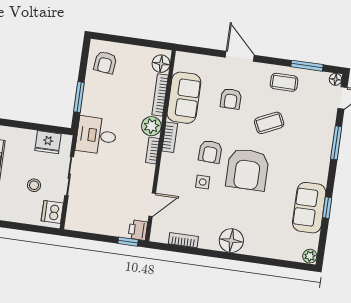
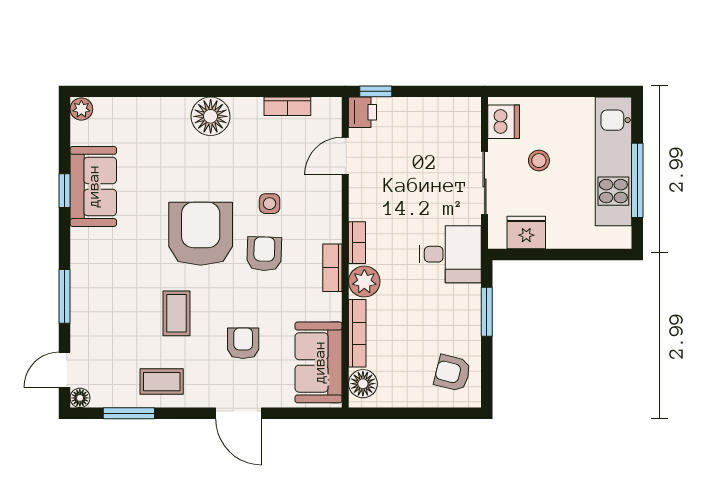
armchair: (105, 63) -> (452, 373), turned -82
sofa: (184, 98) -> (319, 362), moved
coffee table: (269, 123) -> (176, 313), turned -65

